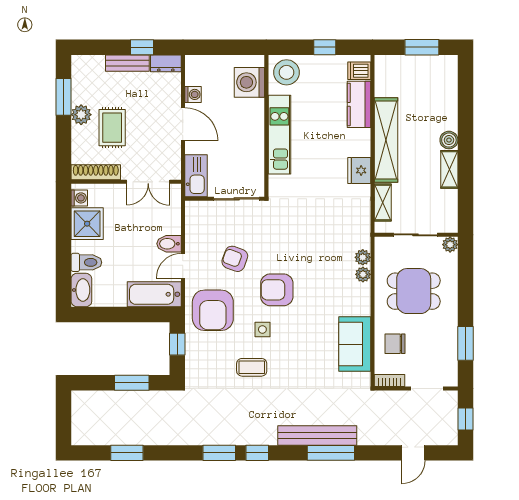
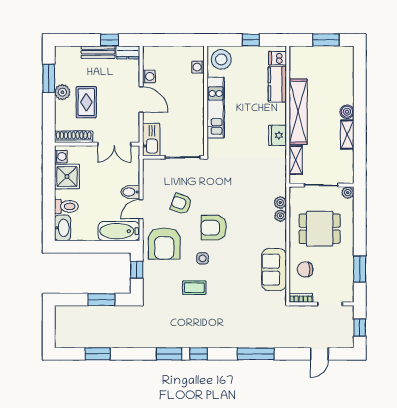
washing machine: (249, 82) -> (198, 67), width x0.53, depth x0.53
bench: (317, 435) -> (245, 340), removed

